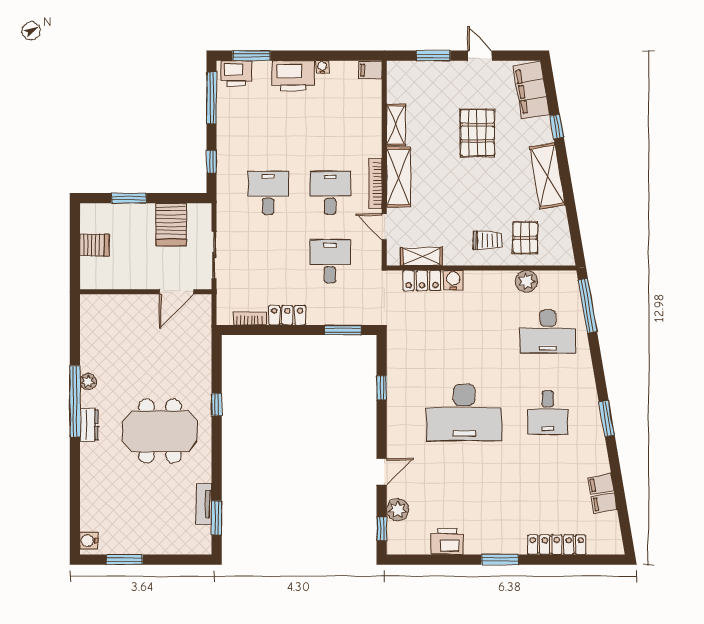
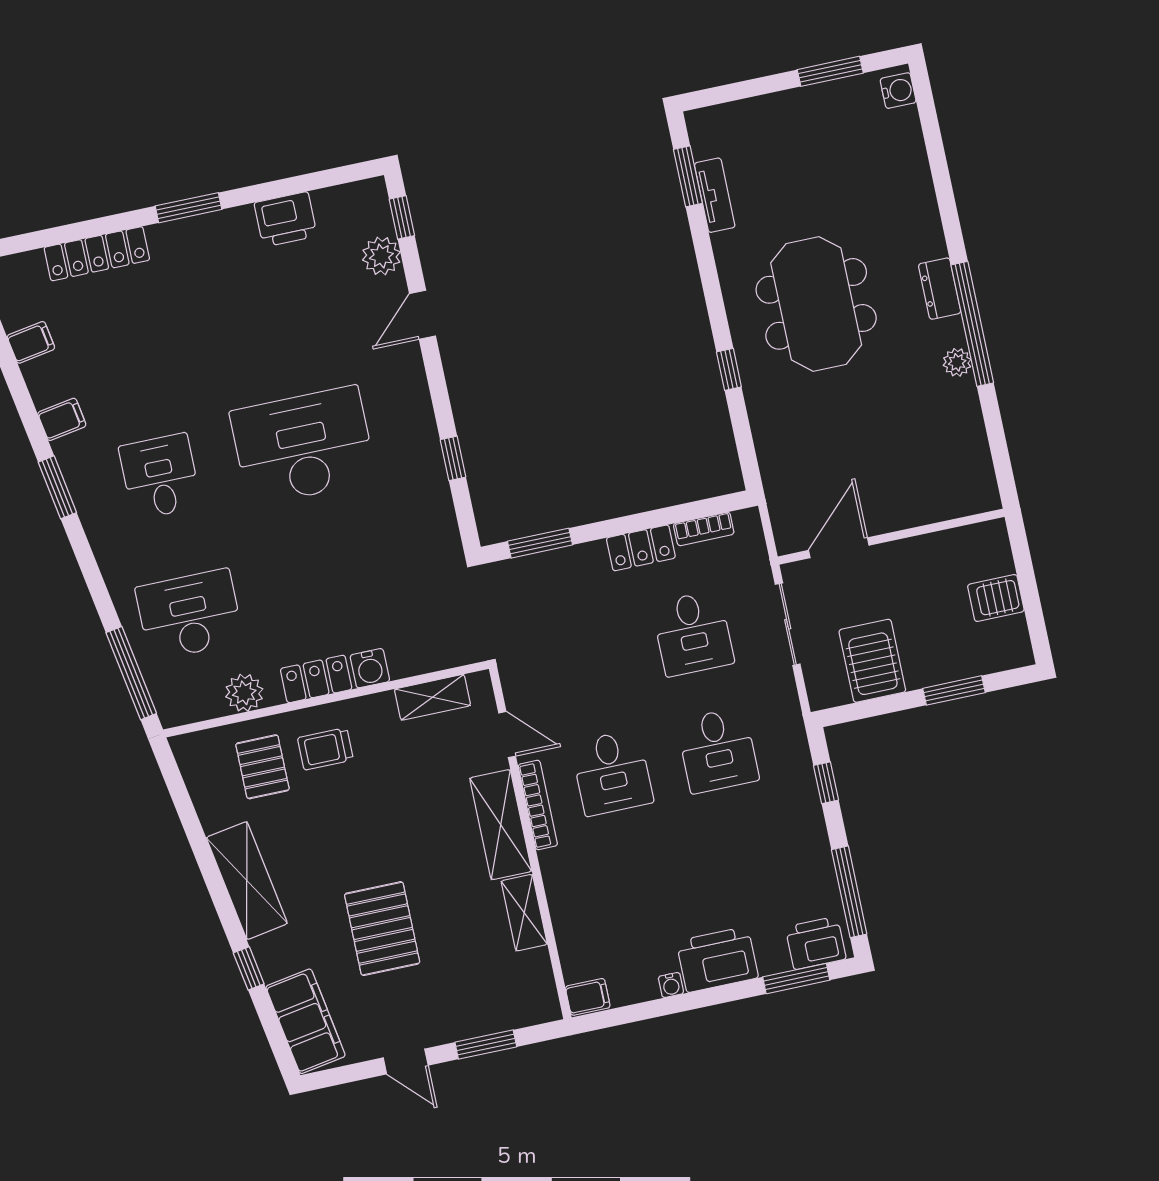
desk: (330, 261) -> (693, 633), moved
locker: (422, 281) -> (316, 679), moved
meeting table: (160, 431) -> (816, 304), turned 90
filing cabinet: (601, 484) -> (62, 419), moved

